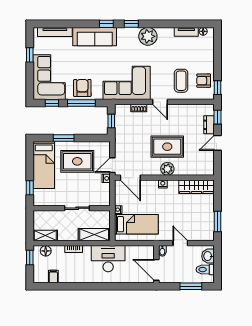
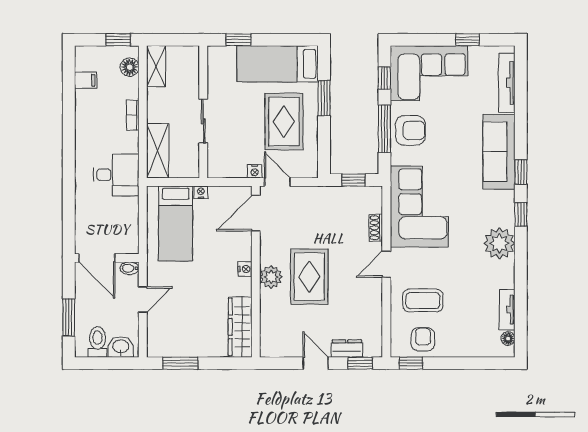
desk: (108, 259) -> (116, 175), width x0.73
door: (156, 270) -> (97, 258), swing flipped

